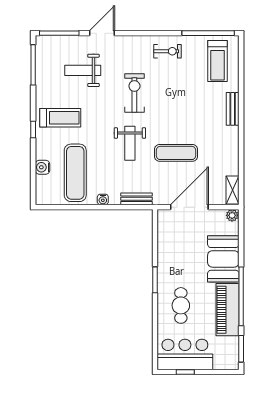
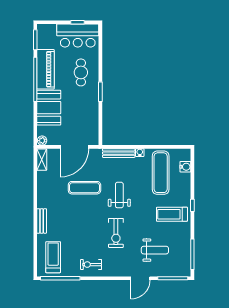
water cooler: (42, 167) -> (185, 167), moved
bench: (136, 199) -> (119, 153), width x1.36

